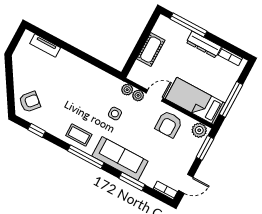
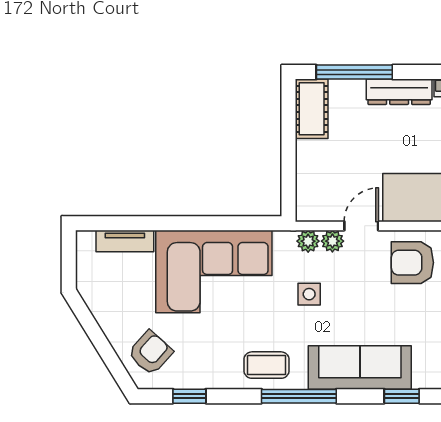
cot: (151, 50) -> (312, 109), moved
corner sofa: (78, 81) -> (214, 271), added
armchair: (169, 124) -> (412, 263), turned 90
window: (132, 182) -> (402, 396), width x0.67

